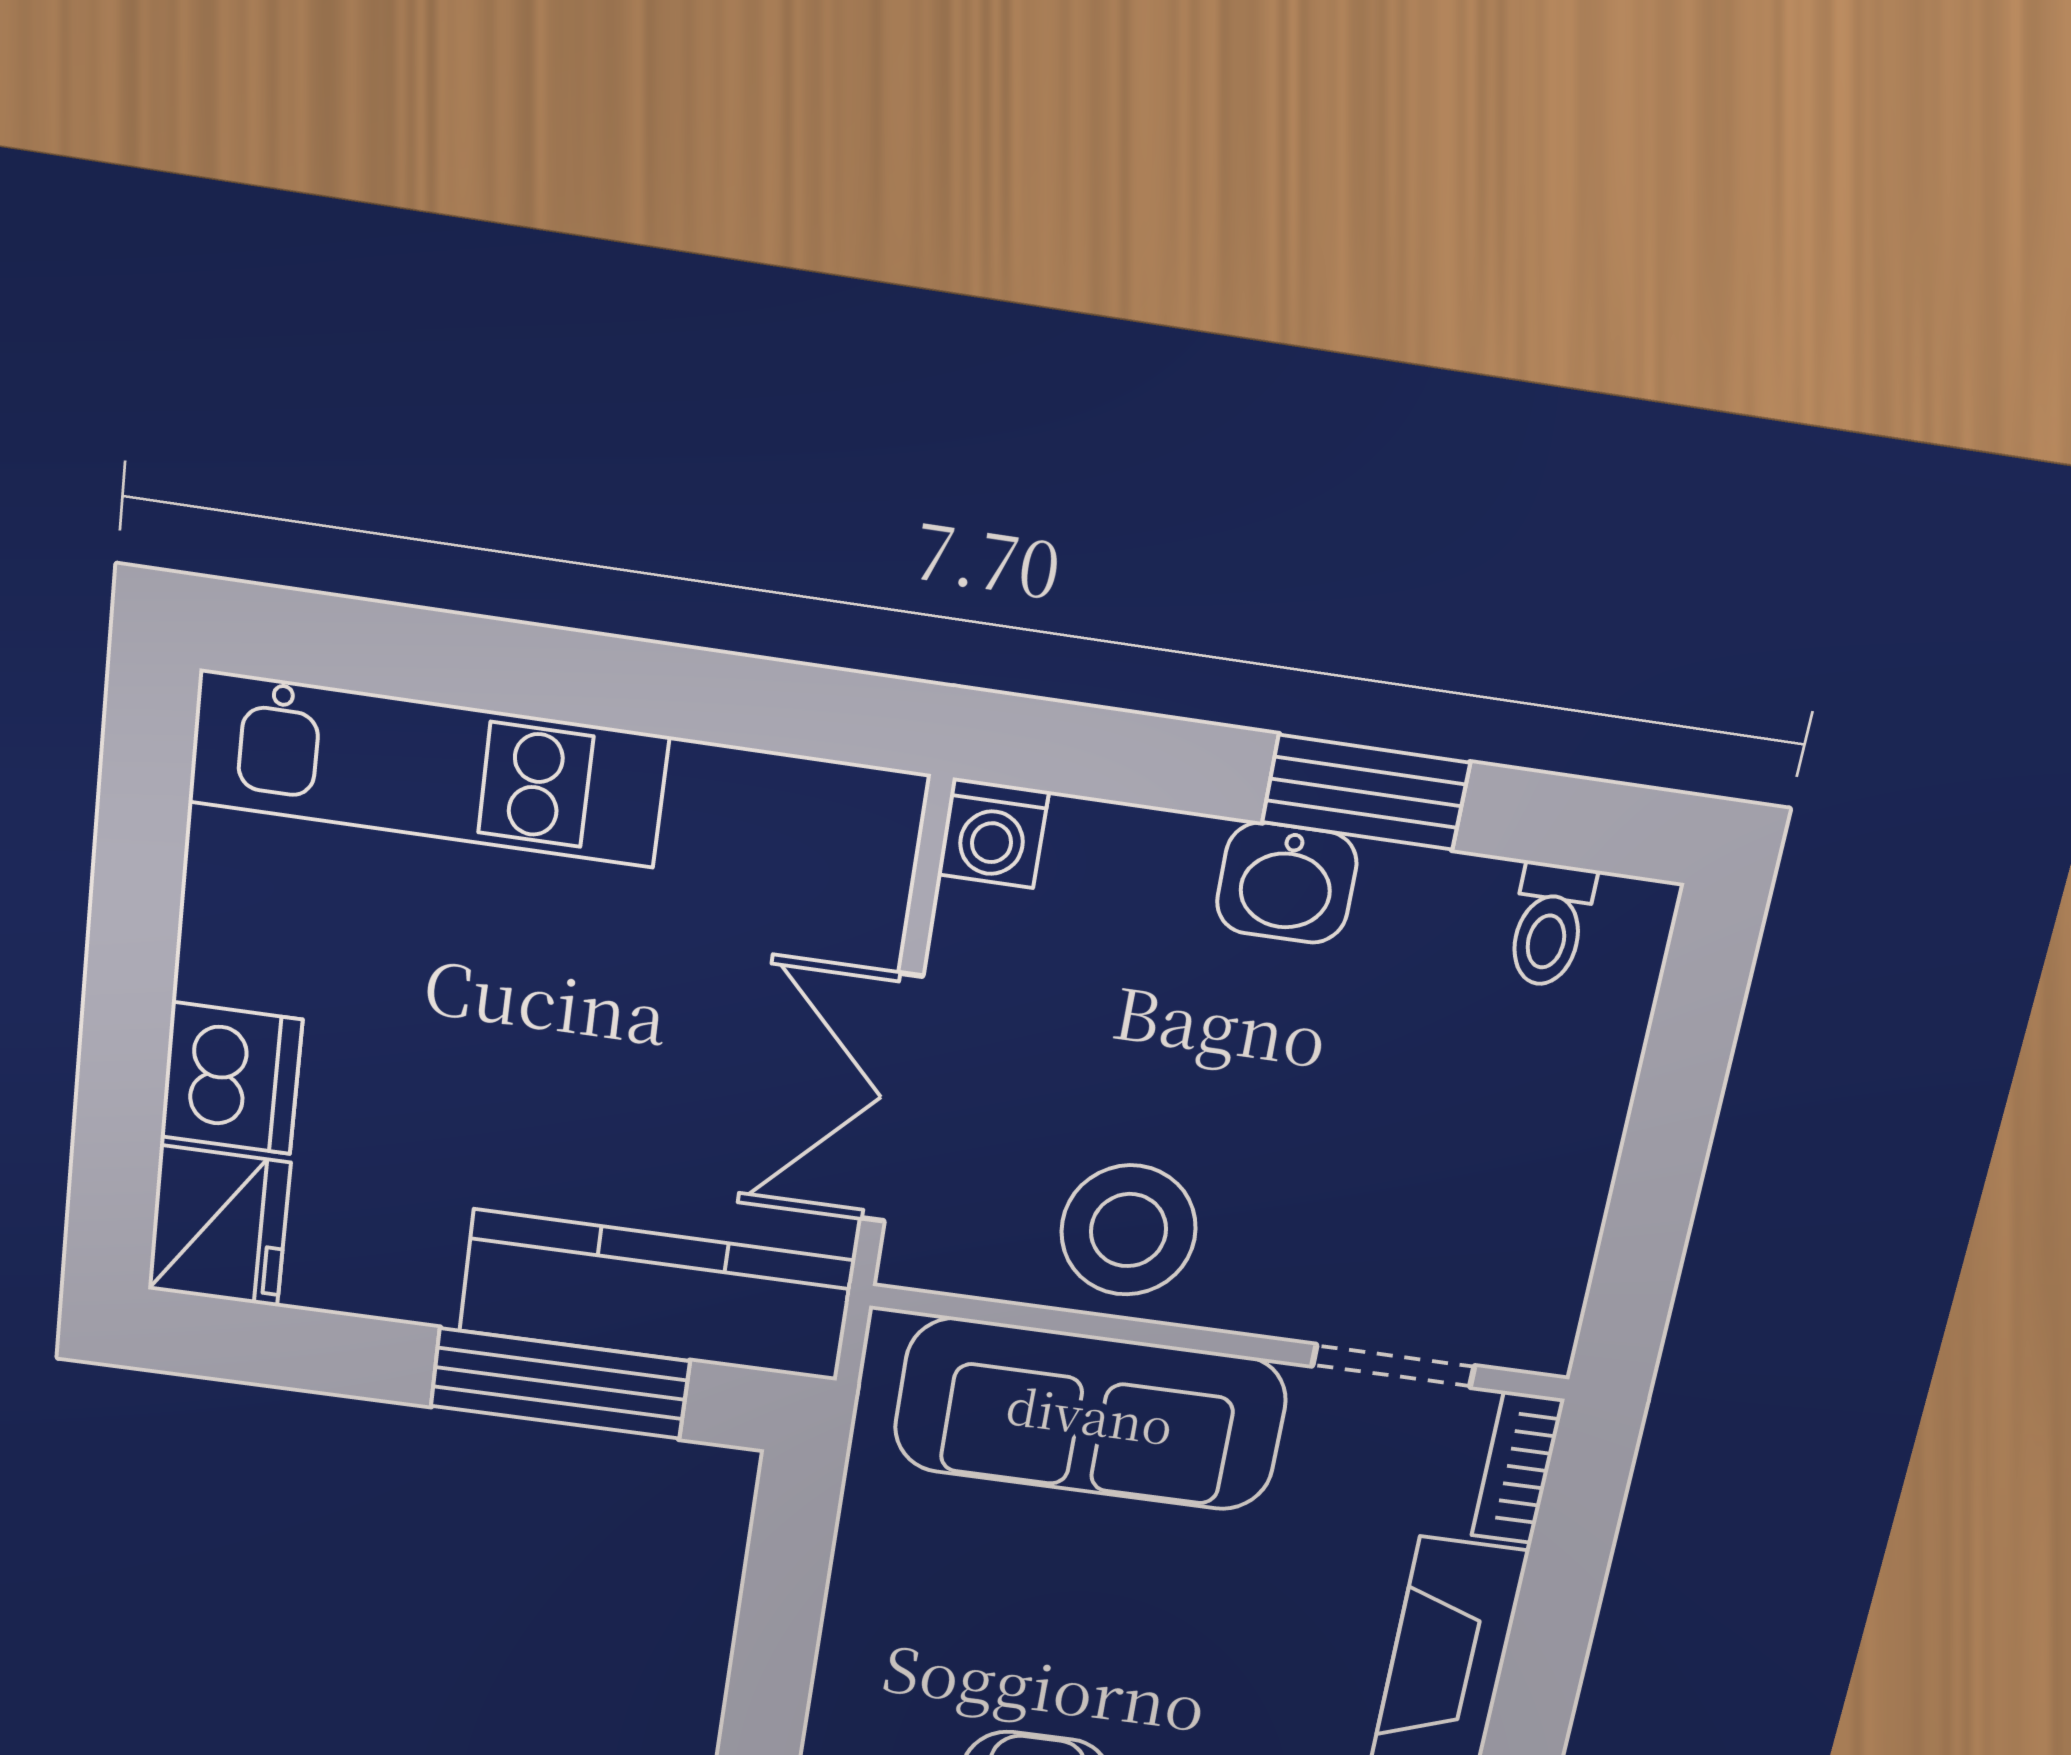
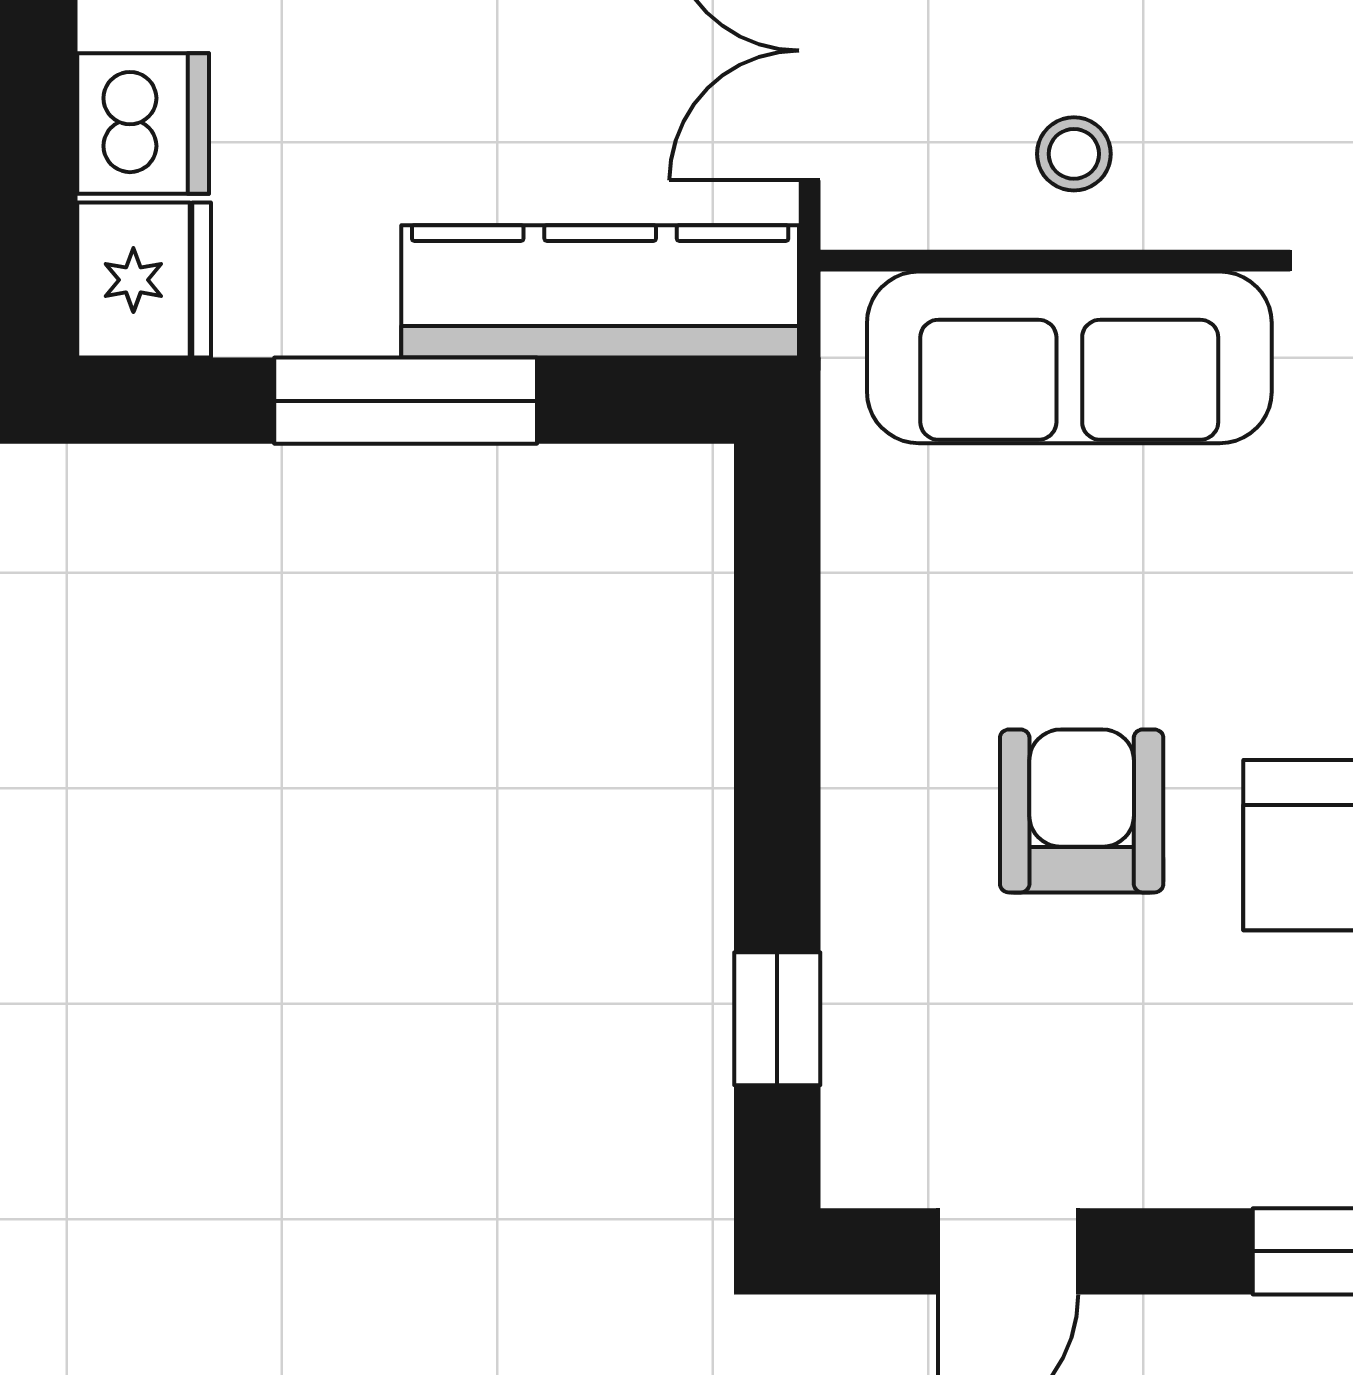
stool: (1129, 1230) -> (1074, 154), width x0.53, depth x0.53
window: (560, 1384) -> (406, 401), moved

